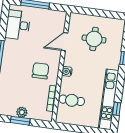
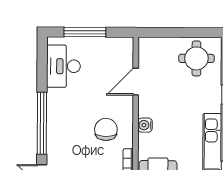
round table: (94, 39) -> (196, 58), moved

